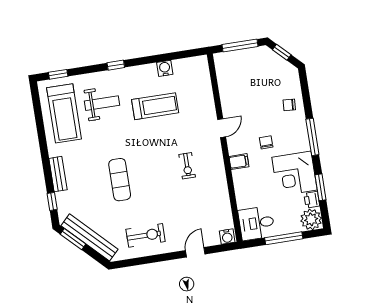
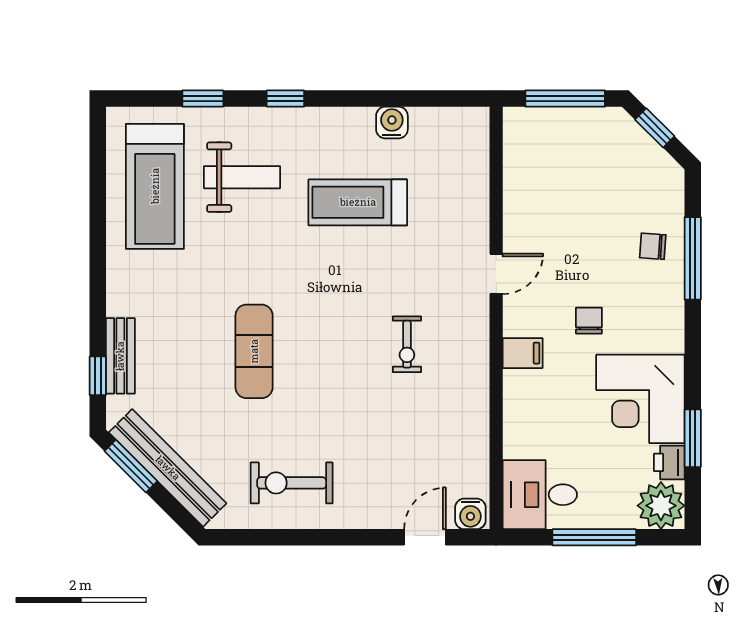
window: (58, 74) -> (203, 99), moved
treadmill: (155, 106) -> (358, 202), turned 180
window: (312, 137) -> (693, 258), moved
bench: (58, 174) -> (120, 356), moved
exercise bike: (146, 235) -> (292, 483), turned 180
door: (195, 252) -> (425, 537), moved

